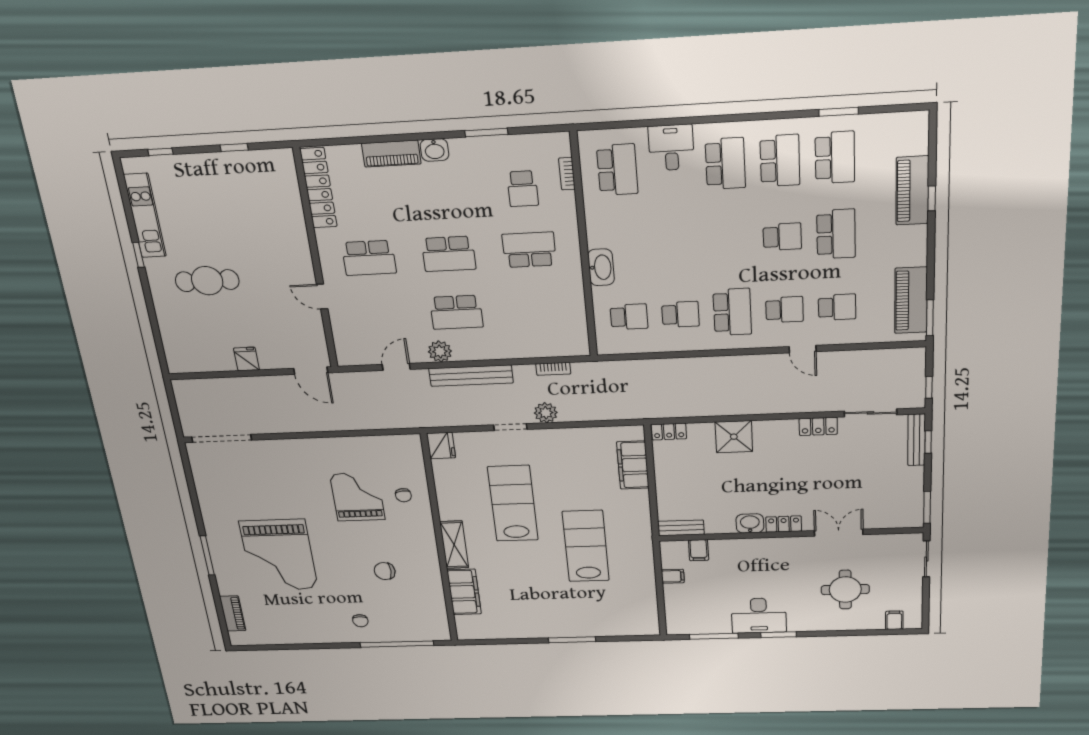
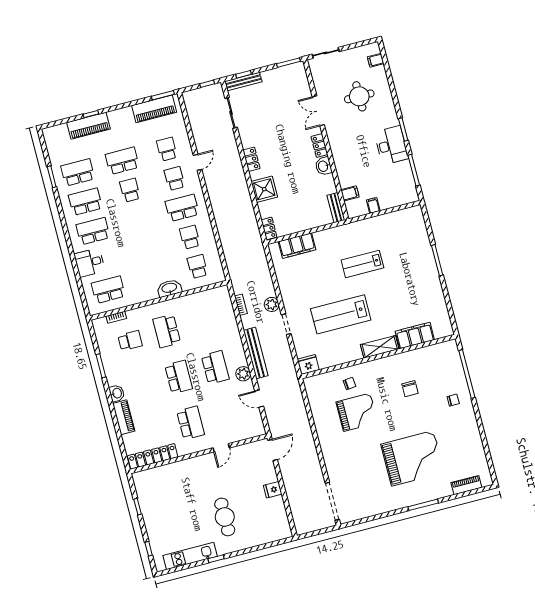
locker: (818, 426) -> (251, 159), moved
grand piano: (357, 497) -> (357, 412), turned 180
lab bench: (586, 546) -> (362, 264), width x0.73, depth x0.72

